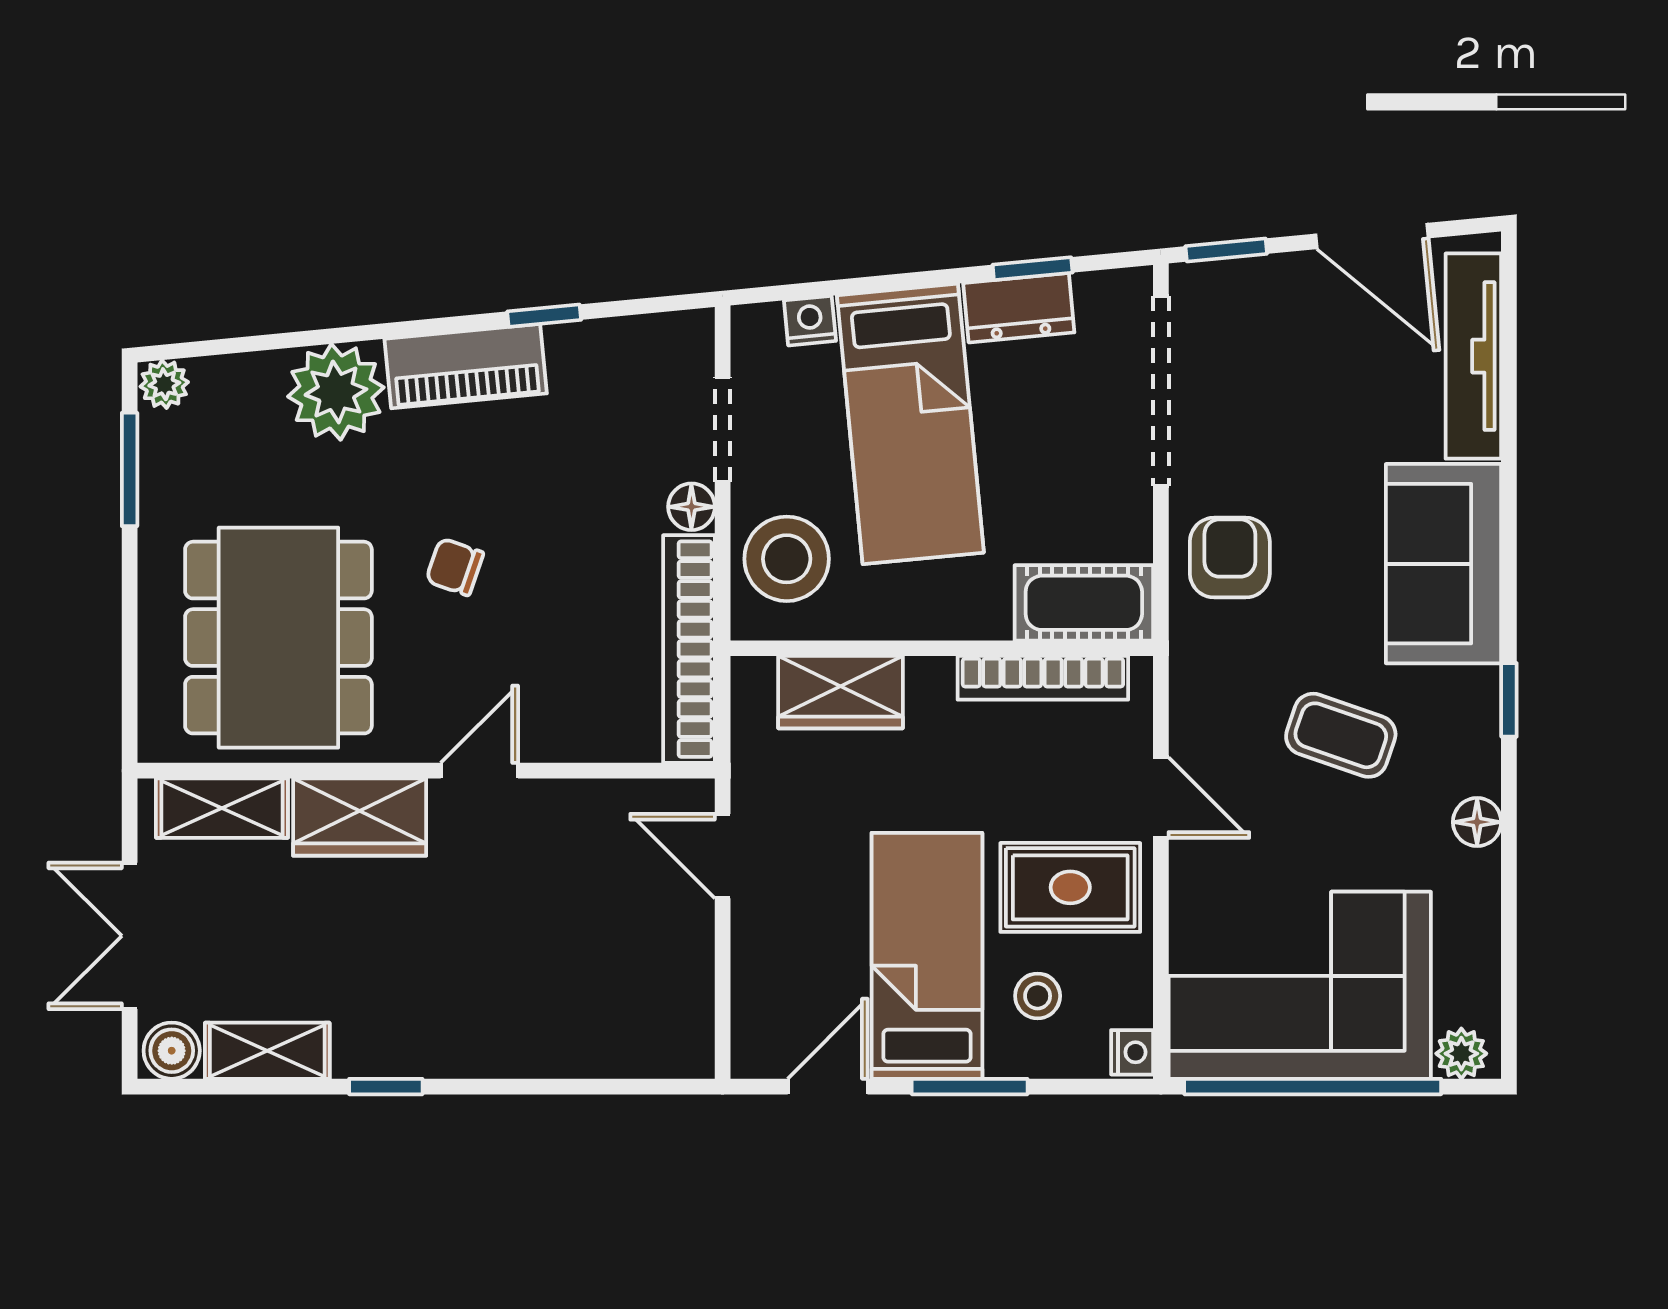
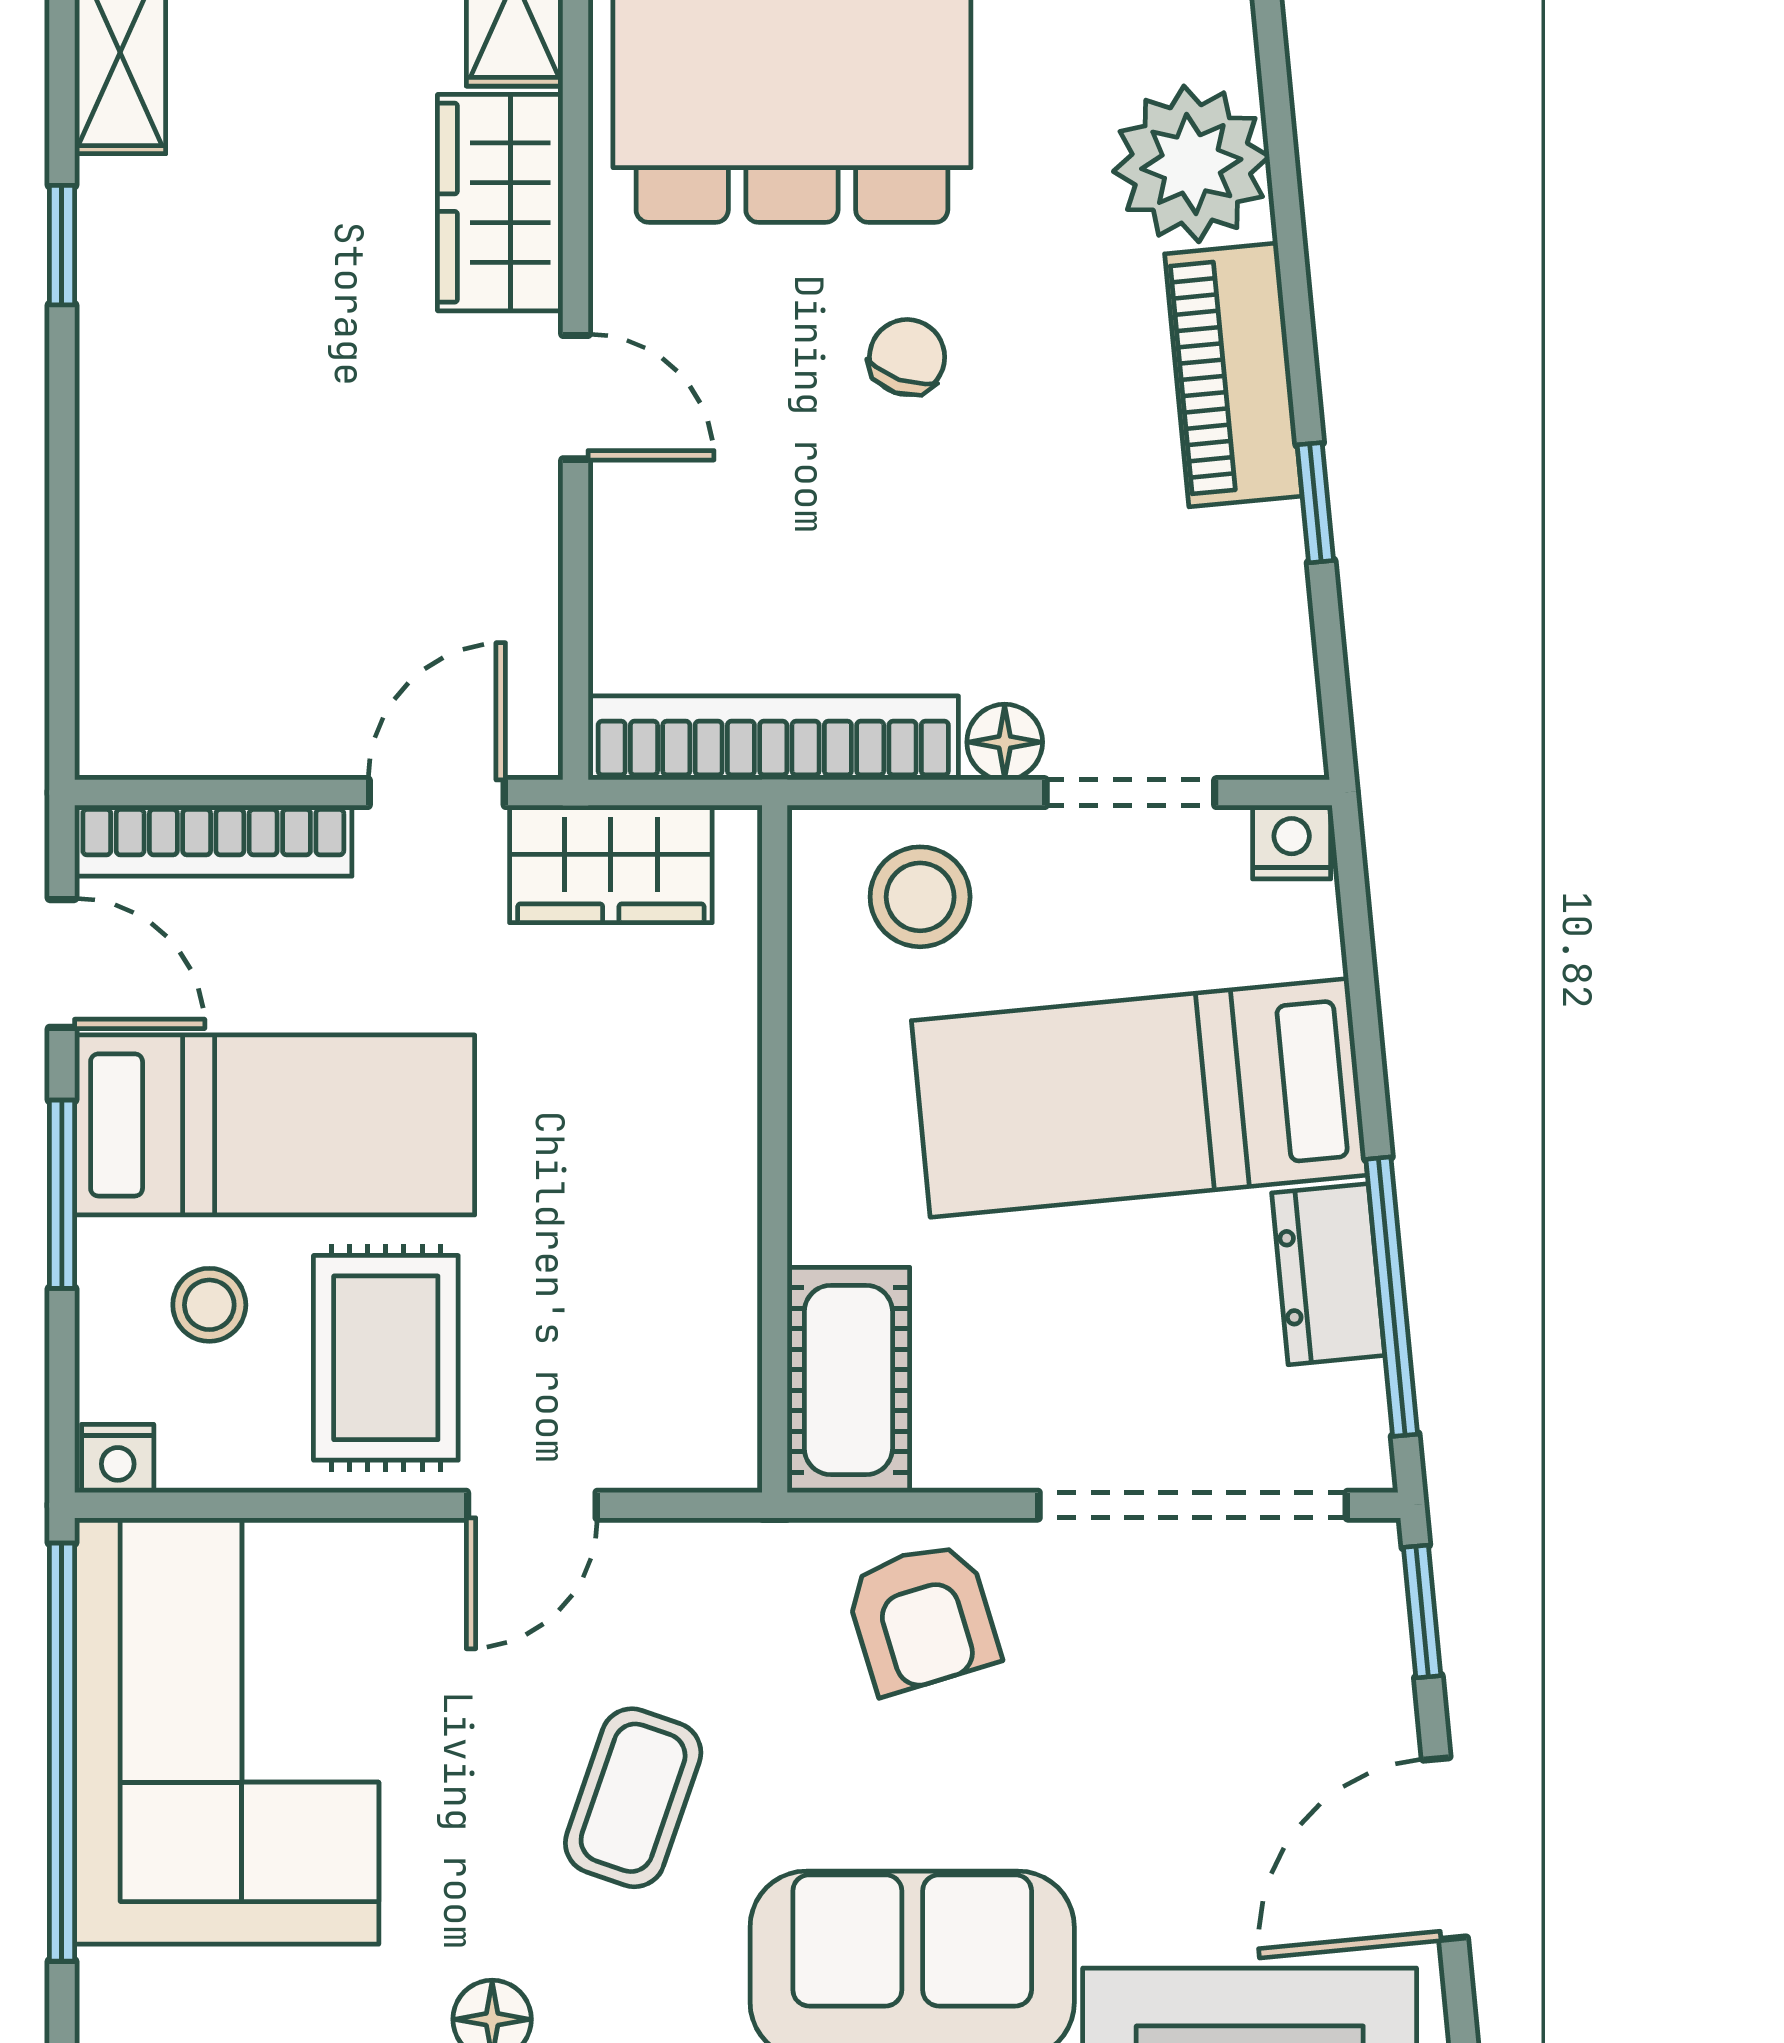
window: (1033, 269) -> (1392, 1297), width x2.17
nightstand: (810, 321) -> (1292, 842), moved, turned -85
armchair: (1230, 558) -> (922, 1617), turned 73
stool: (787, 559) -> (920, 897), width x0.73, depth x0.73
bookcase: (1043, 678) -> (213, 841), moved, turned -90
wardrobe: (840, 692) -> (611, 864), moved, turned -90
plant: (1461, 1054) -> (116, 1994), removed

